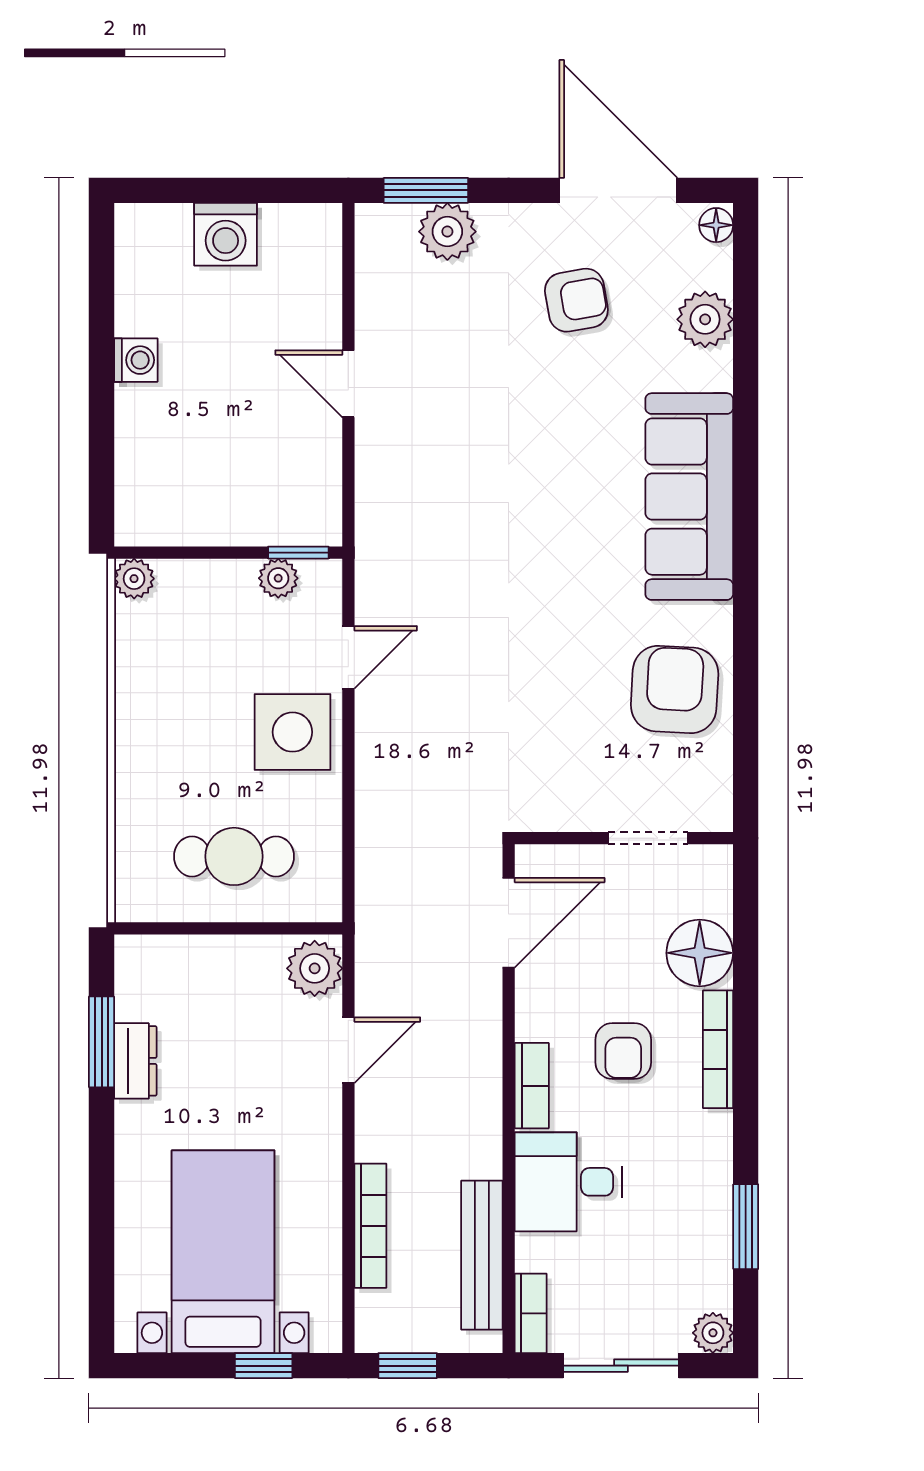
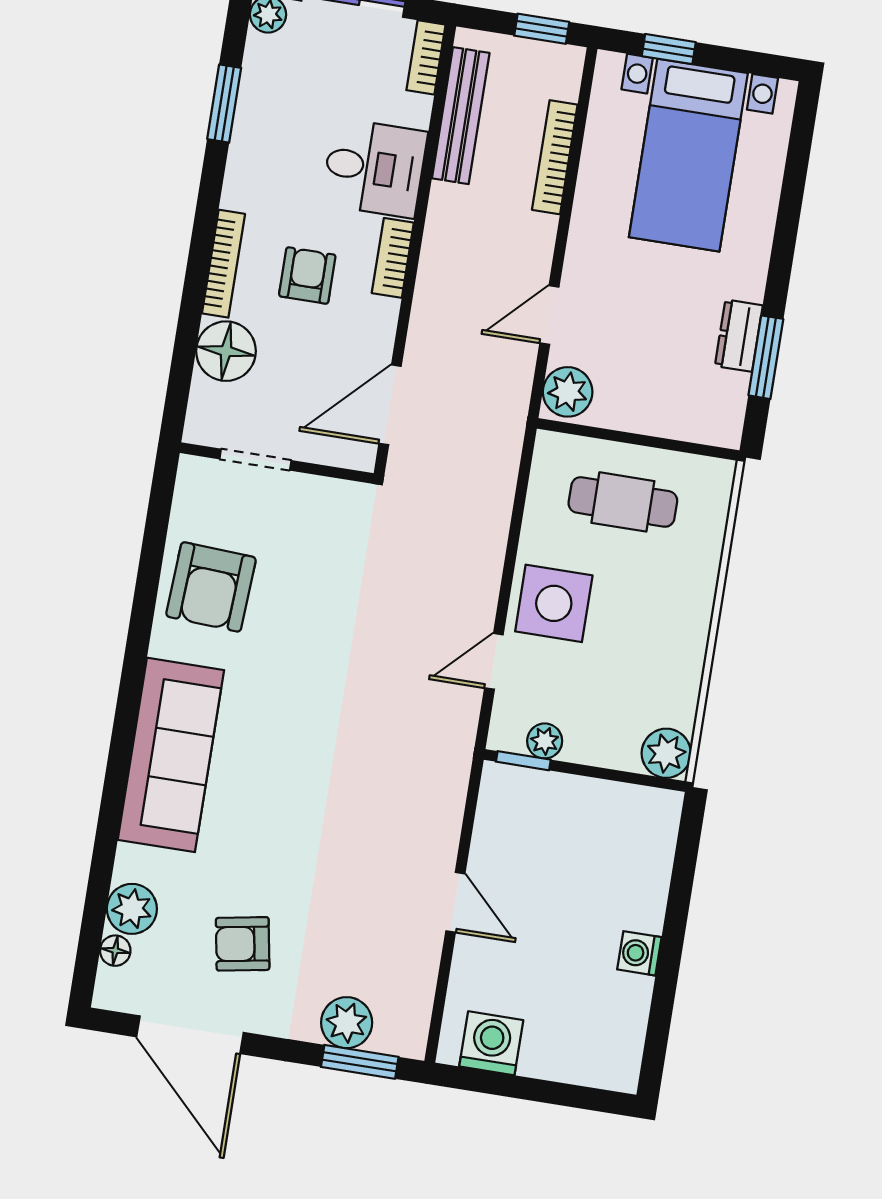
floor lamp: (716, 225) -> (115, 951), moved
washing machine: (226, 234) -> (491, 1043), moved
plant: (134, 579) -> (666, 753), width x1.38, depth x1.38

